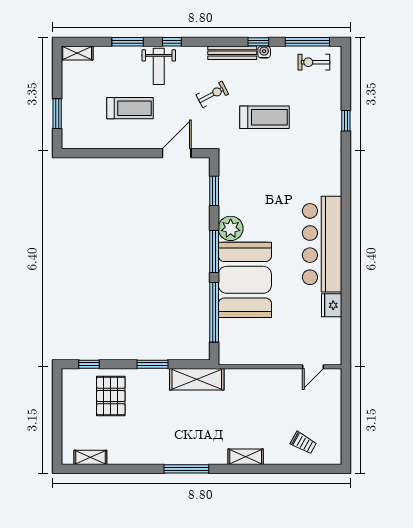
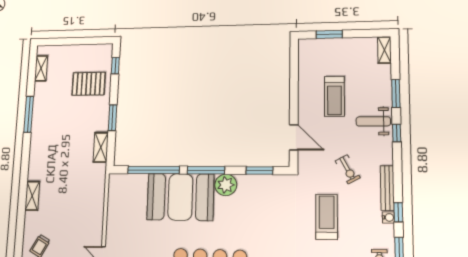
treadmill: (264, 117) -> (327, 217), turned 180
shelving: (197, 379) -> (101, 147), width x0.67, depth x0.75
window: (186, 469) -> (29, 114), moved

